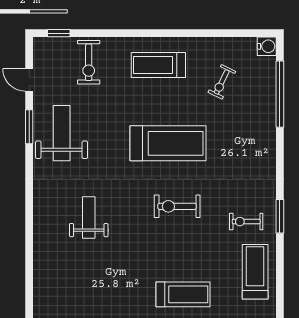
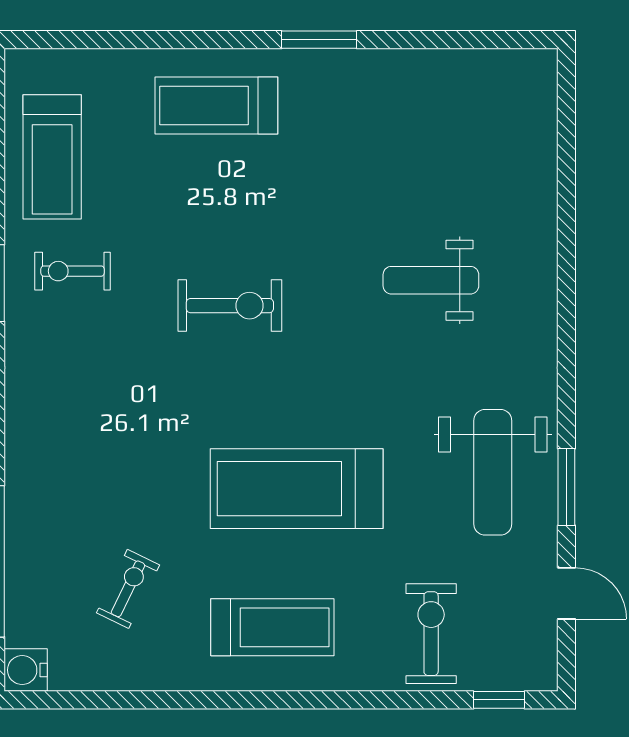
treadmill: (168, 143) -> (297, 489), moved
weight bench: (89, 218) -> (431, 280), turned 90
exercise bike: (246, 222) -> (72, 271), turned 180

